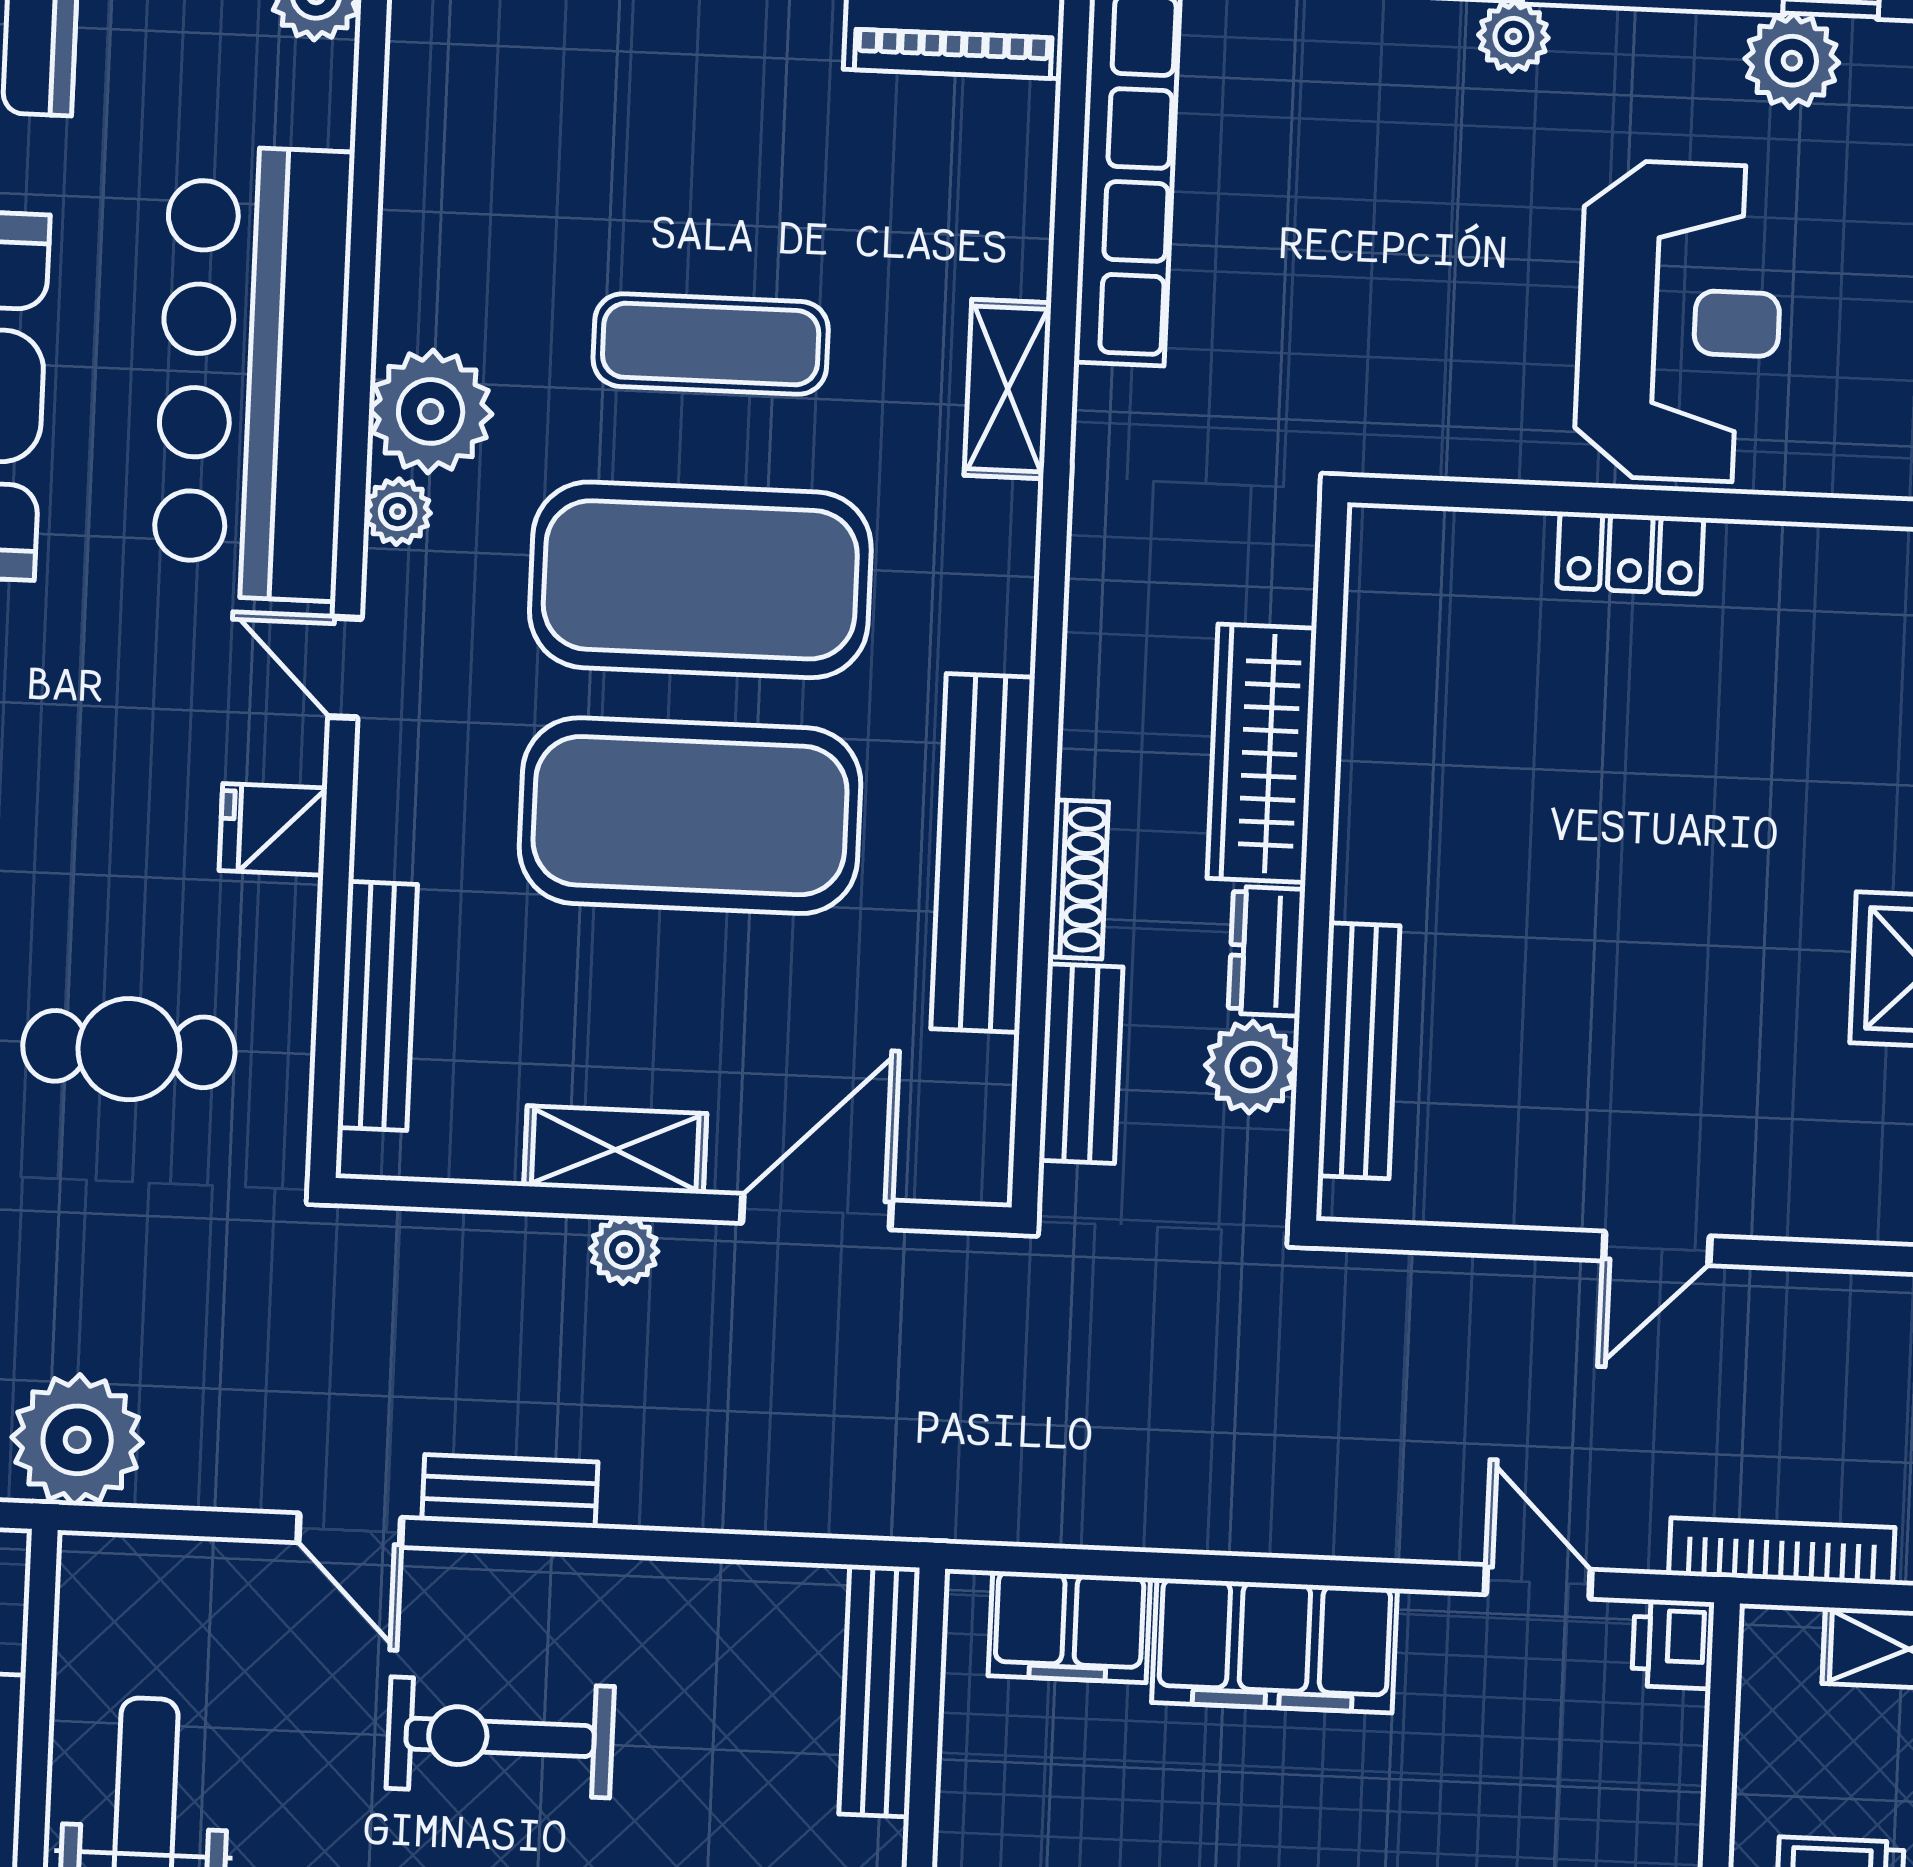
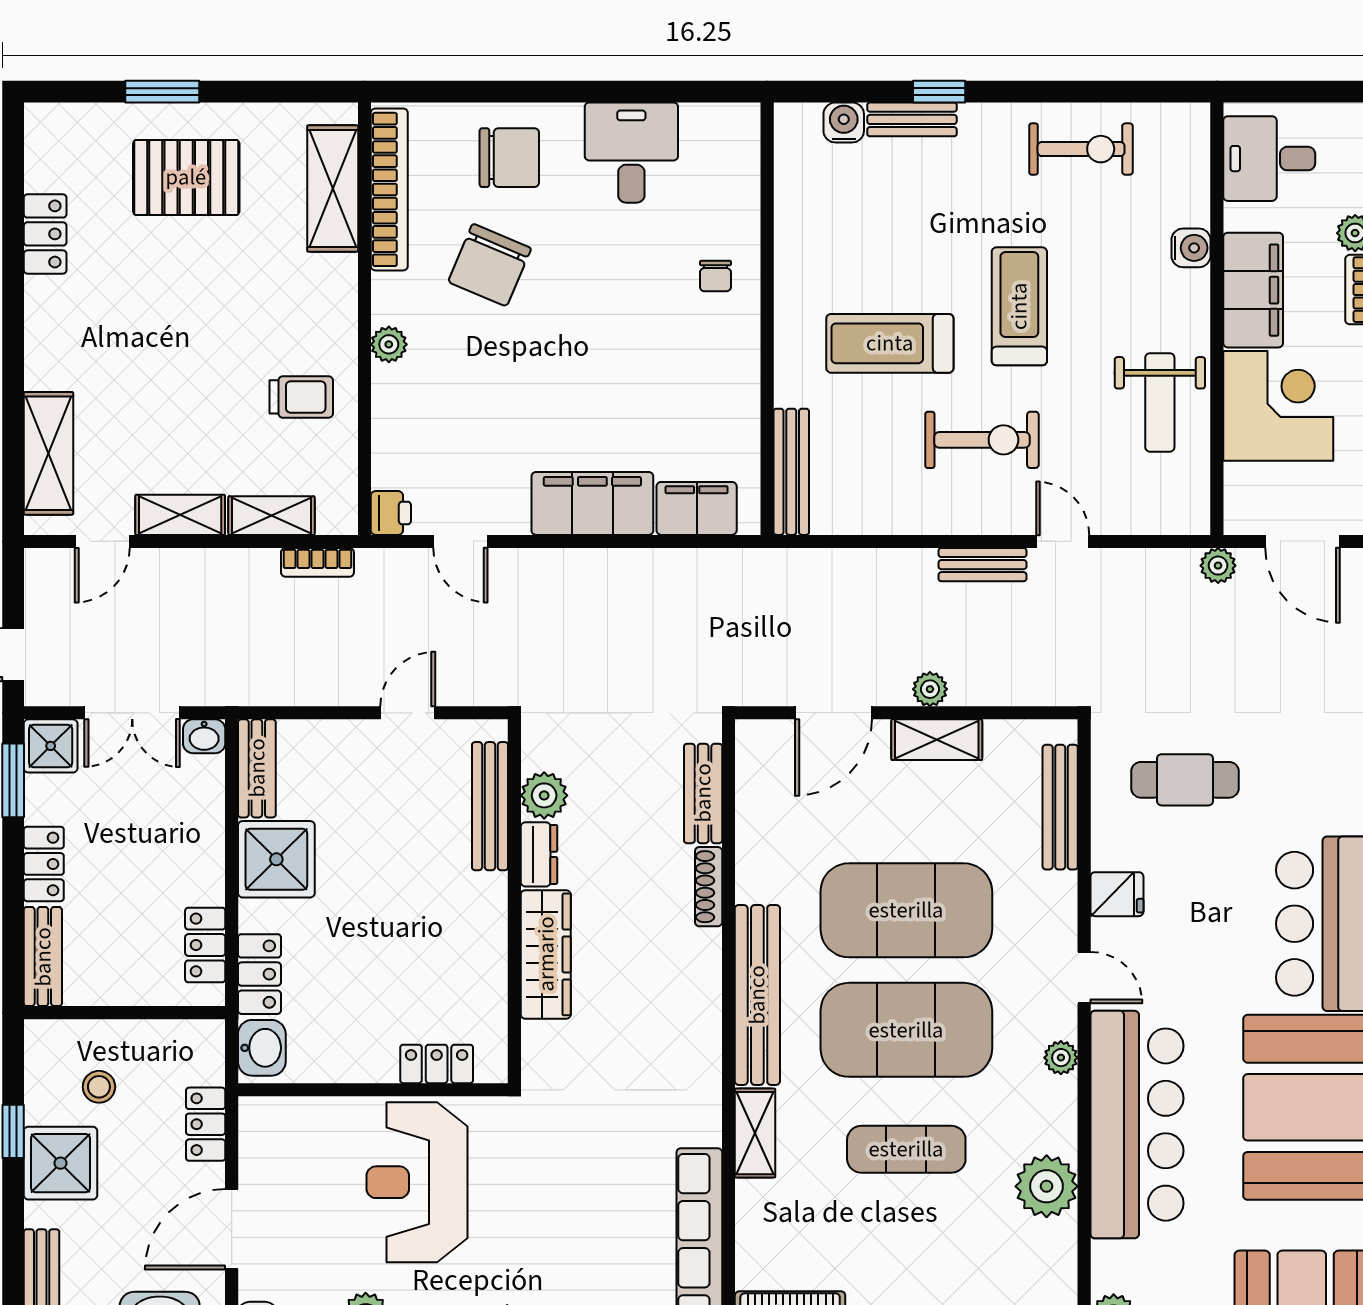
plant: (431, 411) -> (1047, 1186), moved
wardrobe: (1262, 753) -> (546, 954), moved
bench: (983, 853) -> (757, 995), moved
wall: (1319, 861) -> (514, 901), moved
dresser: (1267, 951) -> (539, 854), moved
bench: (1359, 1051) -> (490, 806), moved
plant: (1251, 1067) -> (544, 795), moved
plant: (77, 1440) -> (1218, 566), width x0.53, depth x0.53
bookcase: (1782, 1551) -> (317, 562), width x0.64

